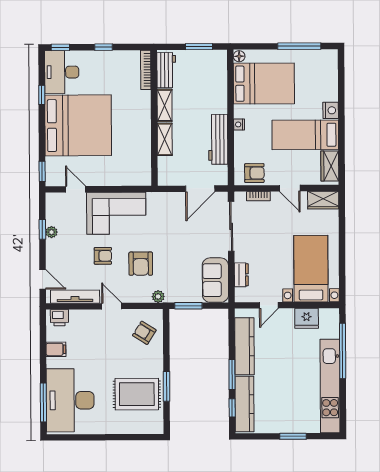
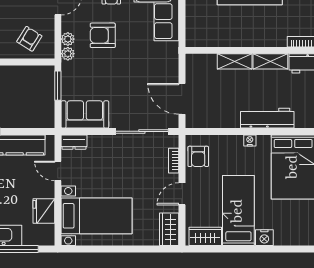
workbench: (218, 139) -> (267, 118), moved
dresser: (241, 275) -> (74, 142), moved
plant: (144, 297) -> (68, 39), added

